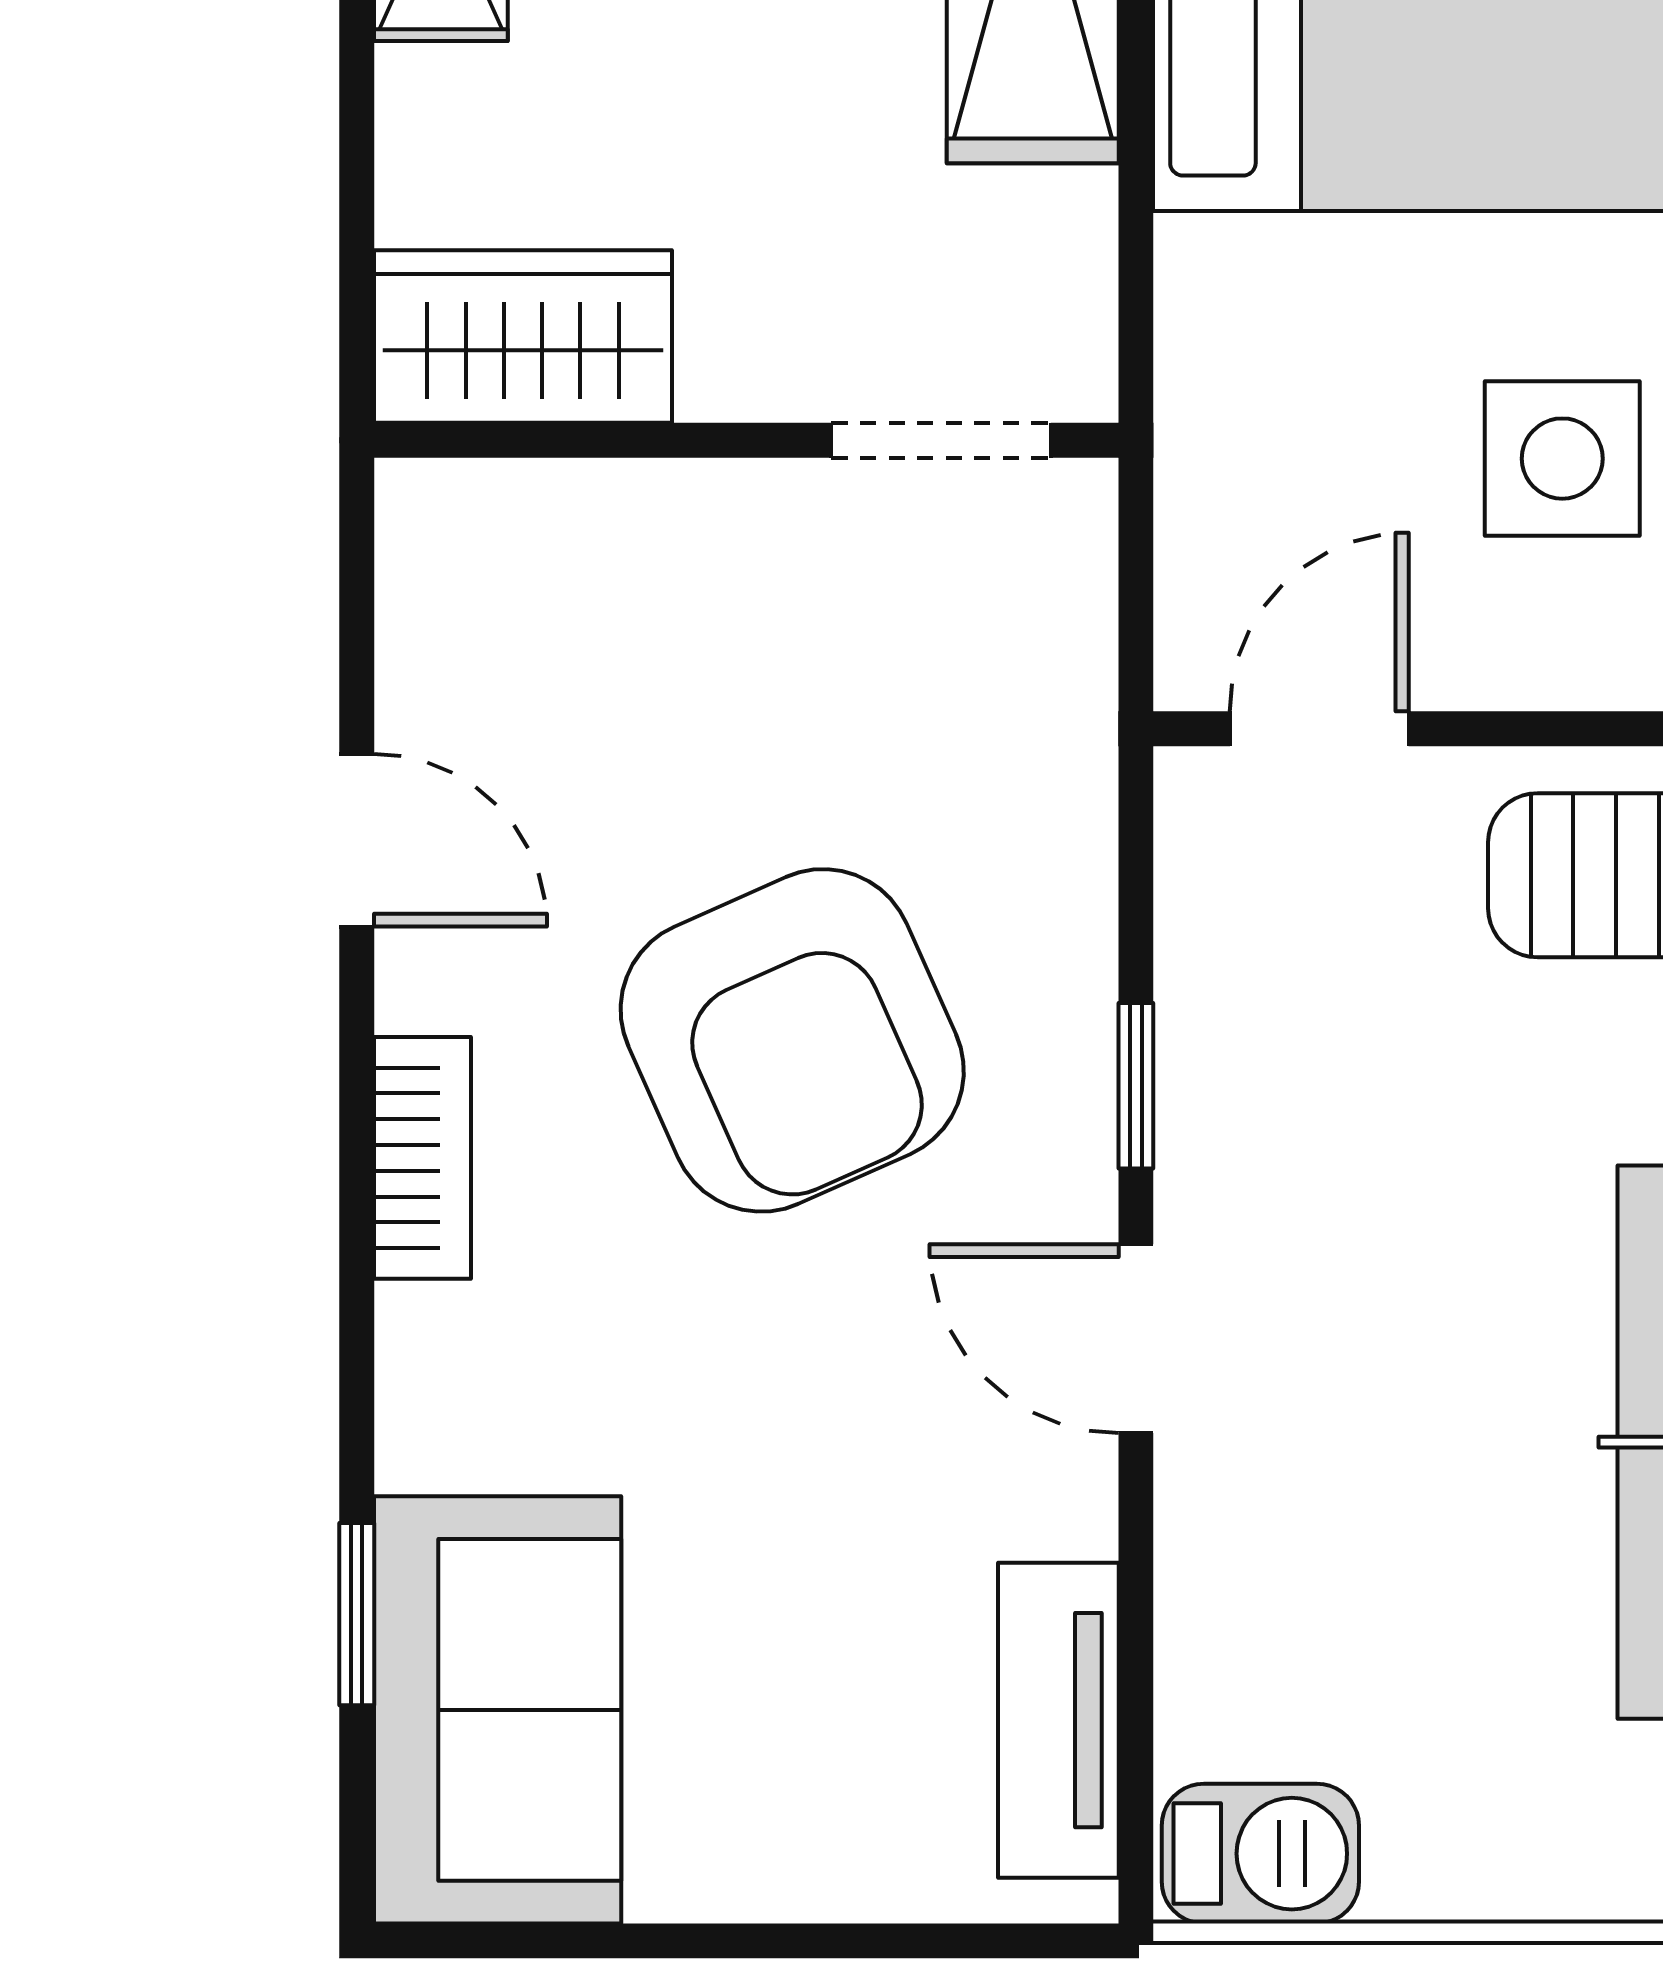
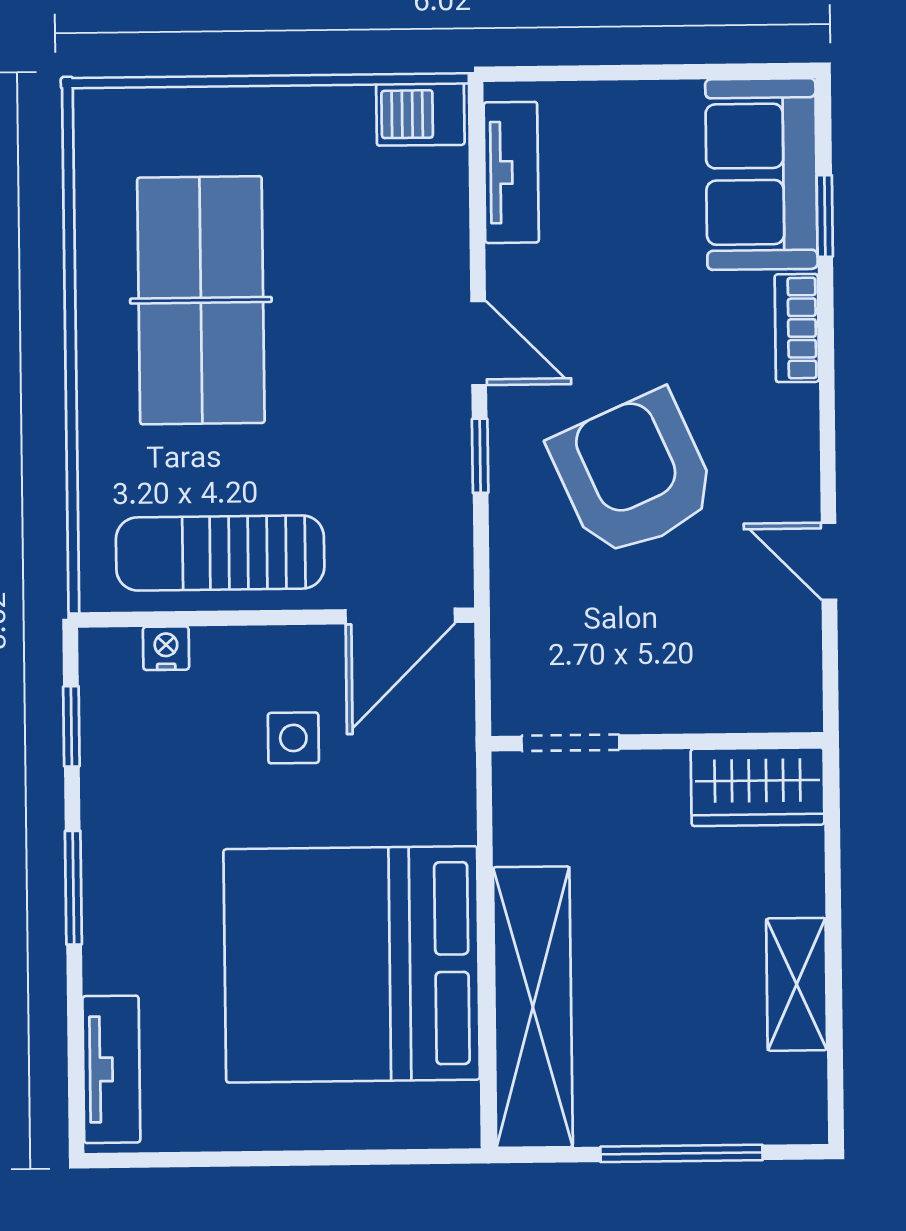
side table: (1562, 459) -> (293, 738), width x0.73, depth x0.73
door: (1319, 729) -> (400, 616), width x1.38
bookcase: (422, 1158) -> (797, 328), moved

